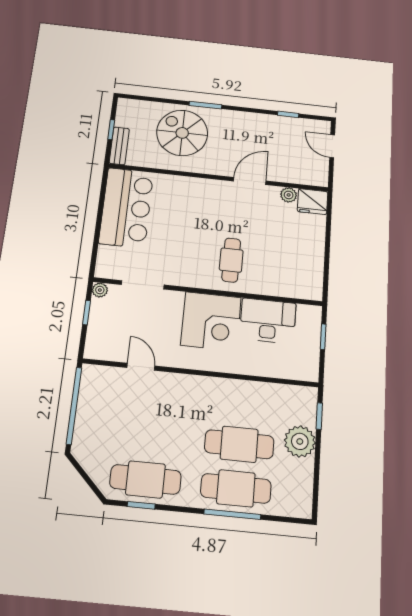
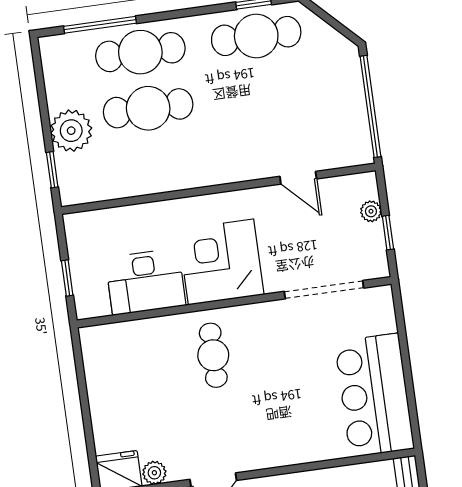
doorway: (143, 285) -> (324, 290), width x1.36
plant: (100, 290) -> (371, 211), moved
window: (232, 514) -> (100, 25), moved

